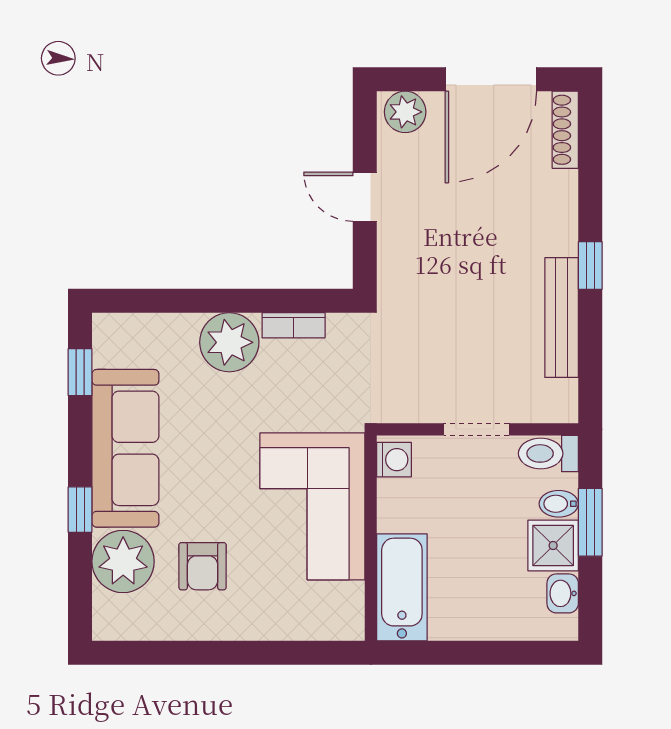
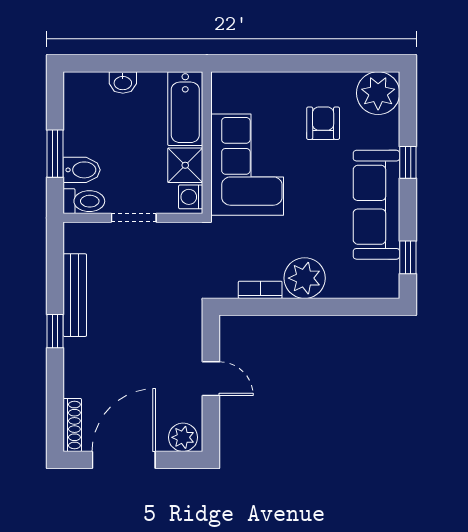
bidet: (559, 504) -> (82, 170), width x1.38, depth x1.36
shower: (553, 546) -> (185, 165), moved
plant: (123, 561) -> (378, 93), moved
washbasin: (563, 593) -> (123, 82), moved, turned 90

